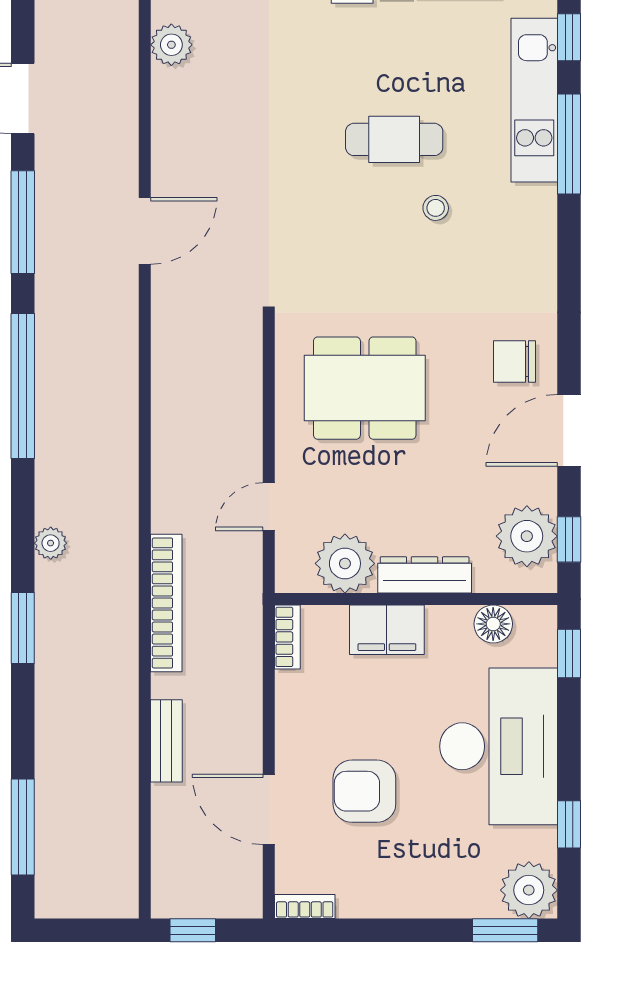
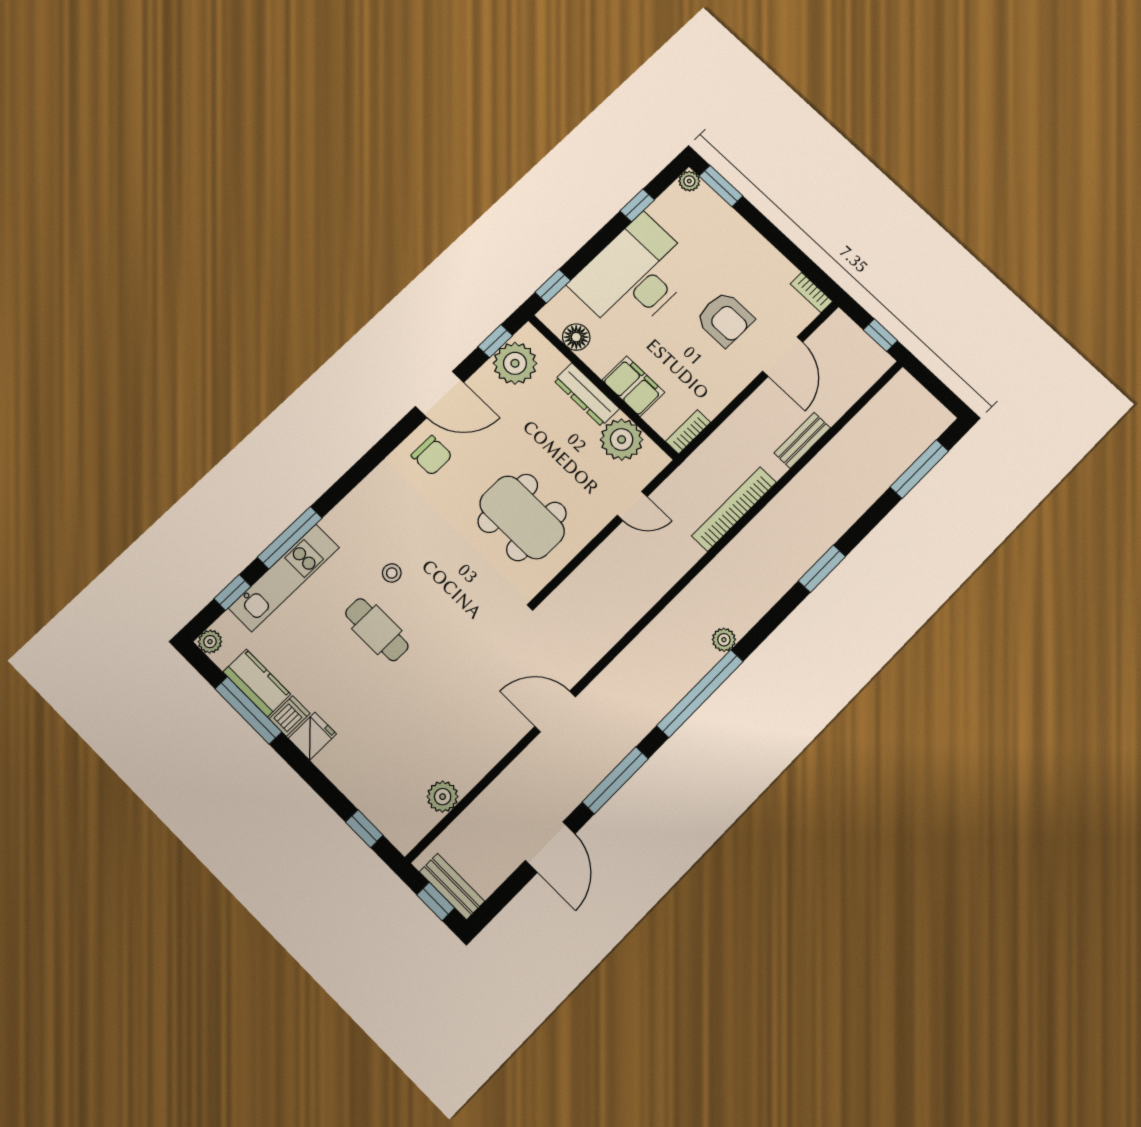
plant: (51, 543) -> (724, 640), moved
plant: (529, 890) -> (689, 181), width x0.53, depth x0.53

